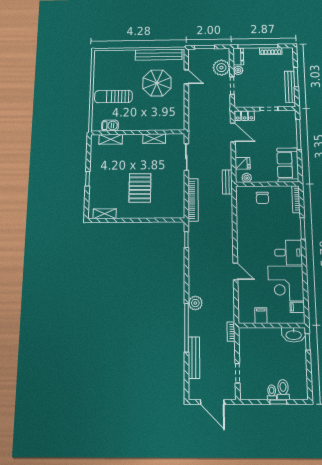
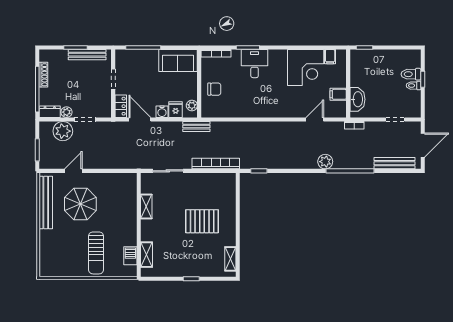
door: (233, 132) -> (140, 119), hinge flipped
water cooler: (240, 151) -> (162, 112), added
desk: (288, 253) -> (255, 64), moved
door: (235, 271) -> (315, 119), moved
washbasin: (294, 335) -> (357, 99), moved
bench: (194, 358) -> (394, 163), moved

